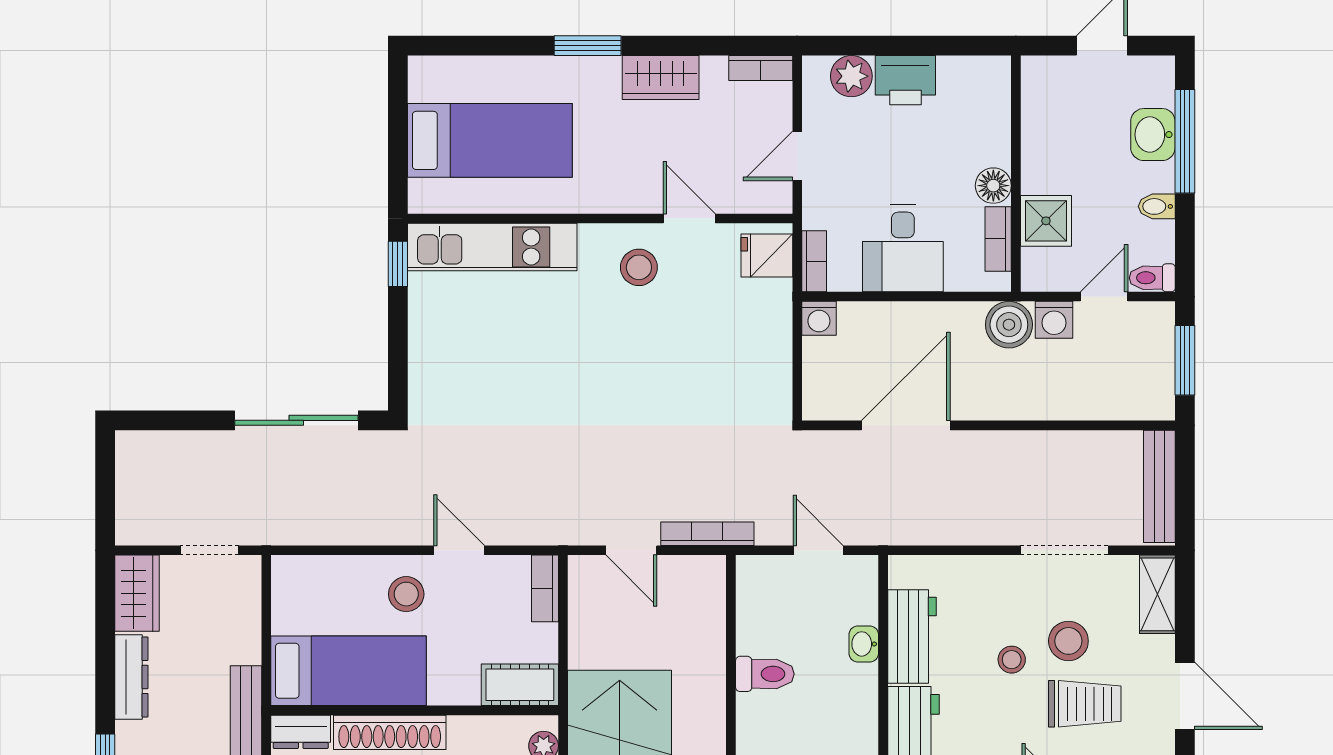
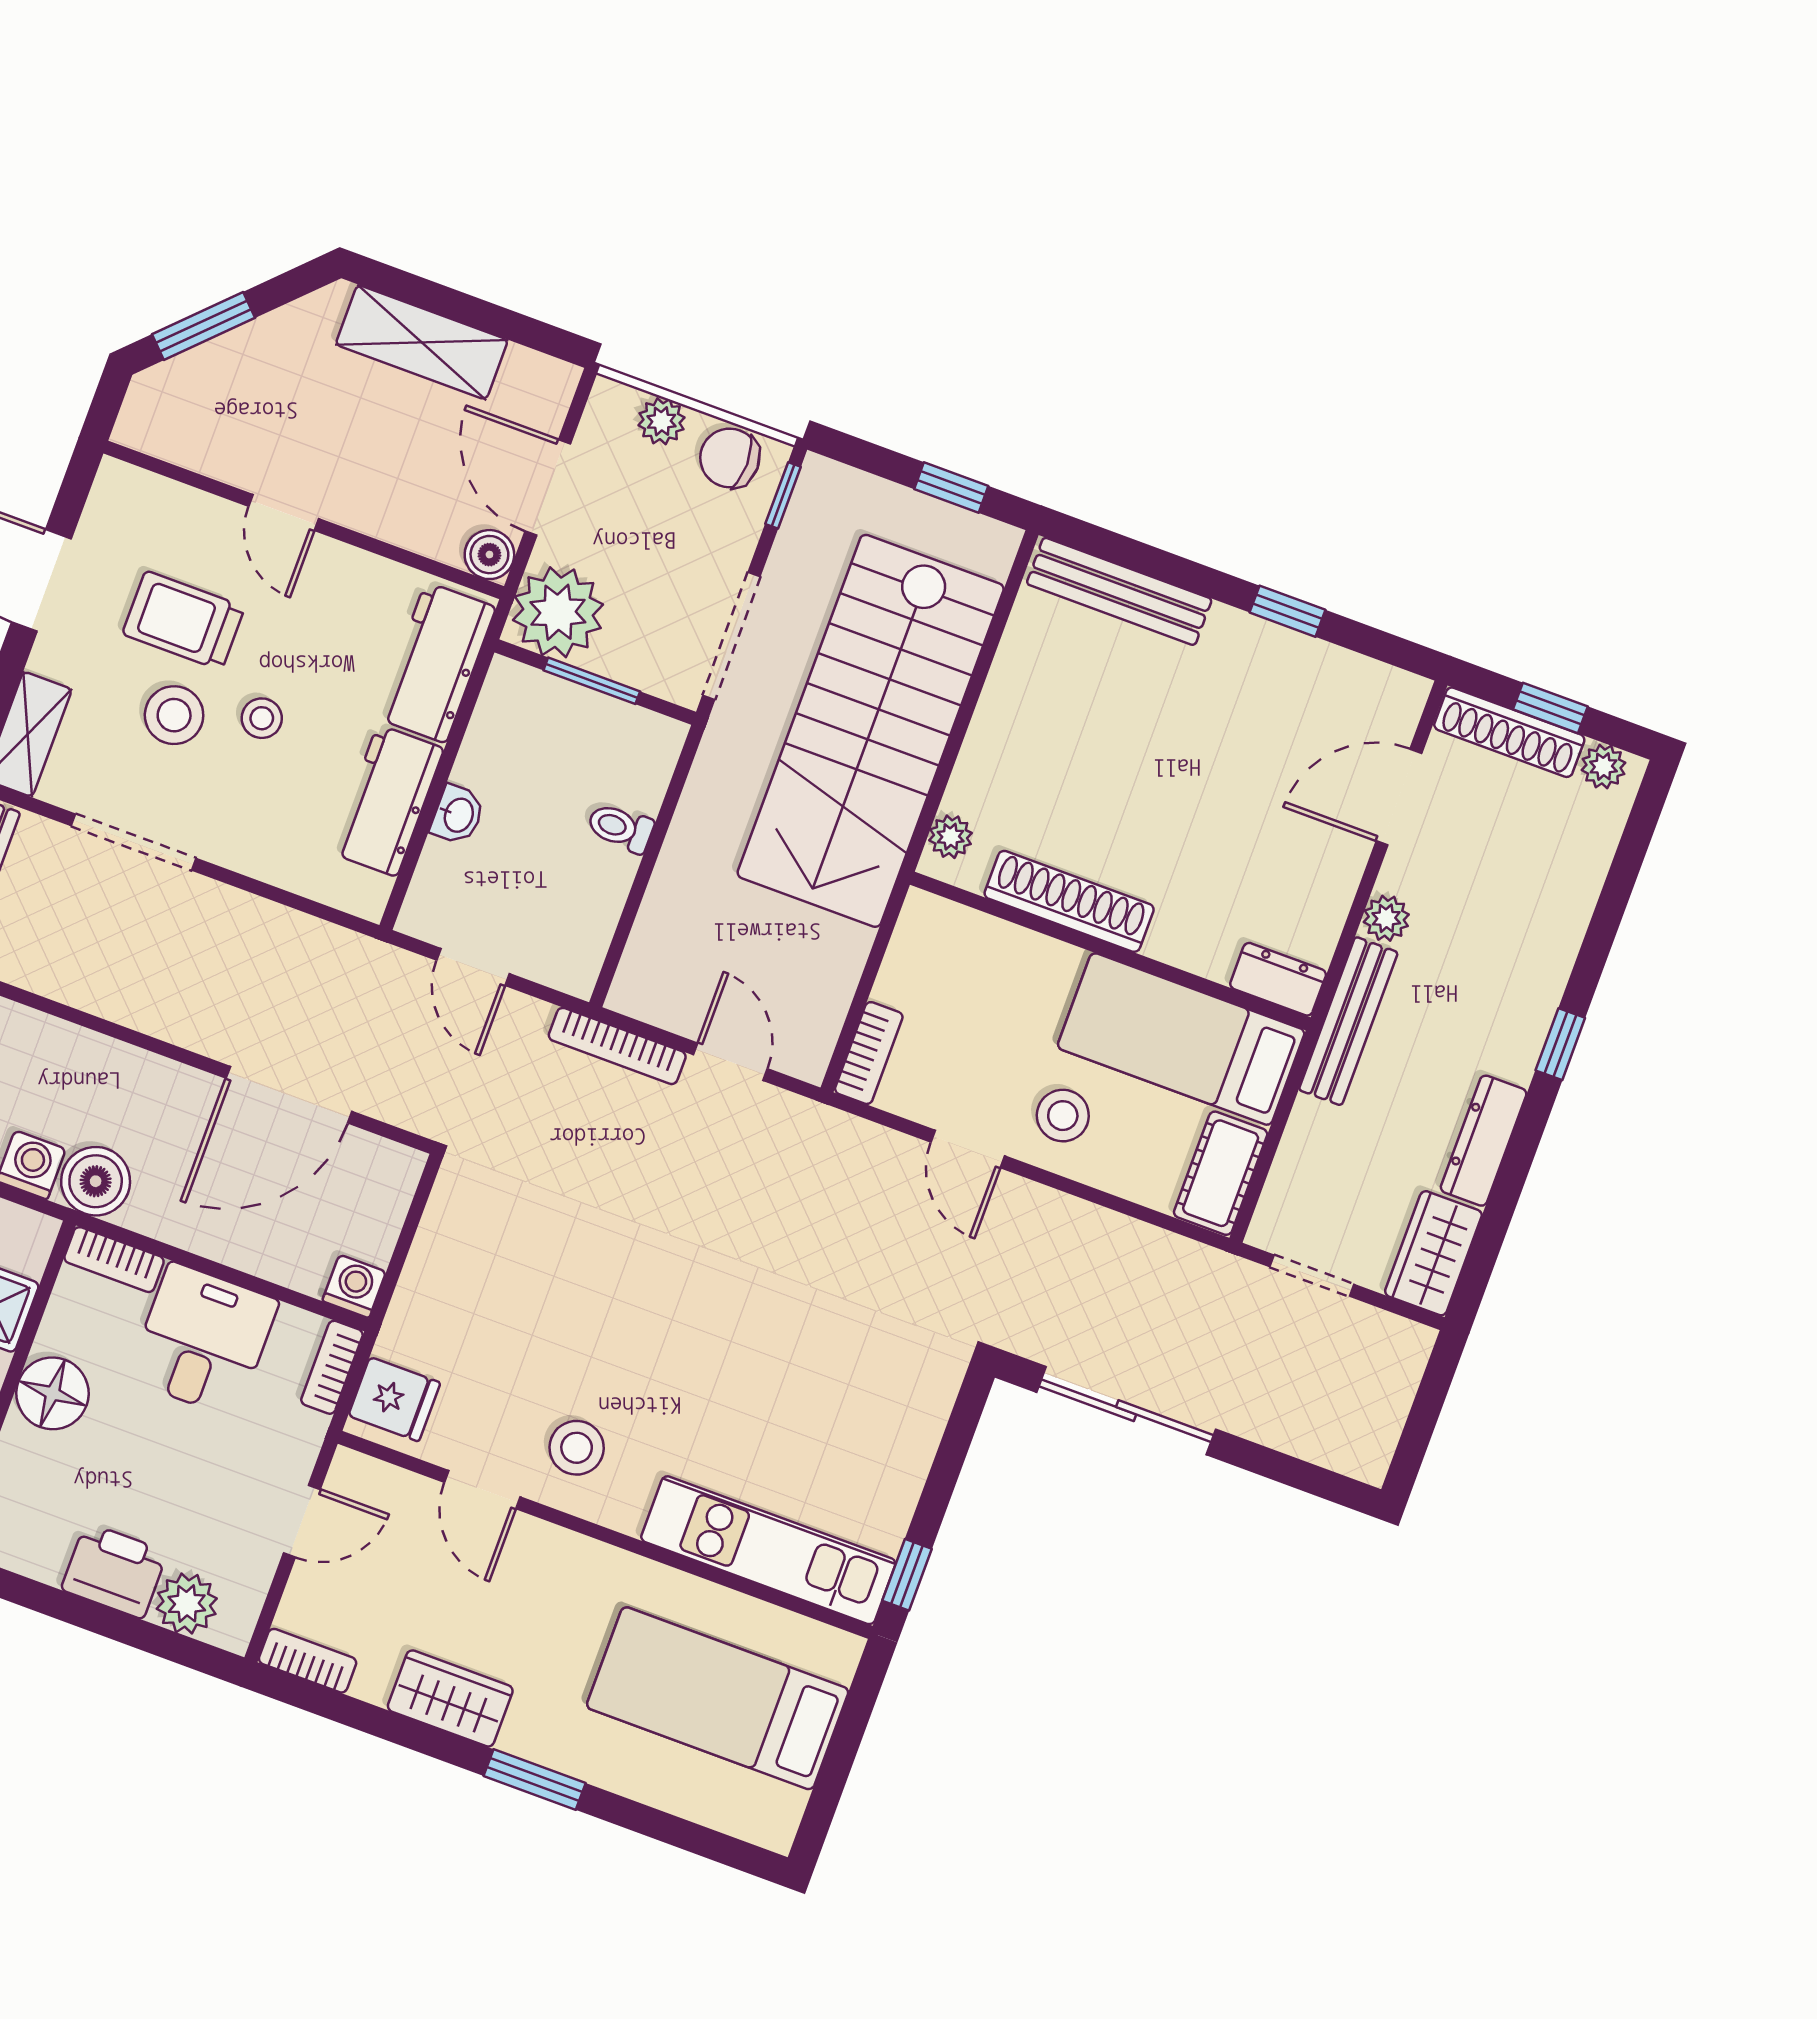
floor lamp: (993, 186) -> (53, 1393), width x1.38, depth x1.38
bookcase: (998, 239) -> (114, 1260), moved, turned 90
toilet: (765, 674) -> (620, 828), width x0.73, depth x0.72
cot: (520, 685) -> (1221, 1173), moved, turned 90
shoe rack: (390, 732) -> (1069, 901), moved

